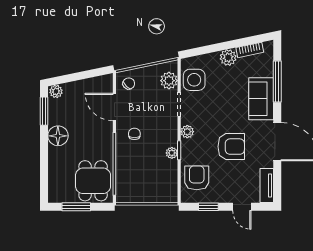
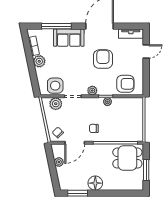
plant: (56, 91) -> (59, 162), moved
armchair: (197, 178) -> (125, 84), turned 180
window: (208, 207) -> (146, 75), removed

